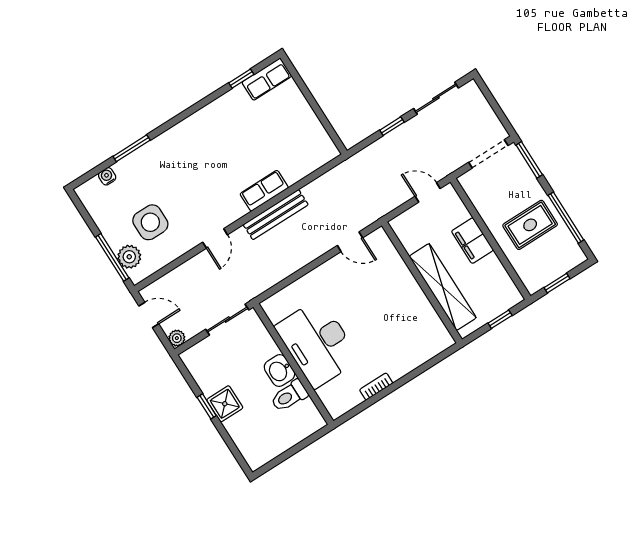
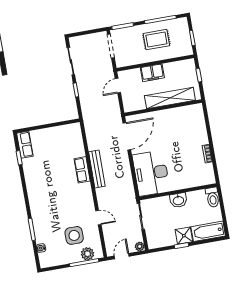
rug: (530, 225) -> (156, 40), turned 90
door: (215, 238) -> (98, 218), moved
door: (350, 242) -> (127, 136), width x1.87
desk: (317, 343) -> (151, 173), moved, turned 90
toilet: (289, 396) -> (213, 197), moved
bathtub: (248, 441) -> (208, 231), added

